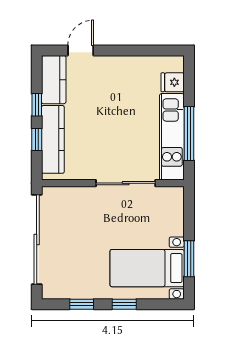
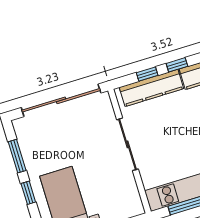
sliding door: (126, 183) -> (127, 144), moved
window: (82, 304) -> (17, 156), width x1.50

